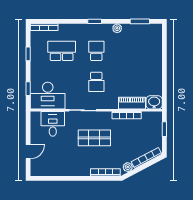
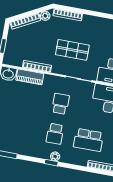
plant: (117, 28) -> (55, 156), moved

